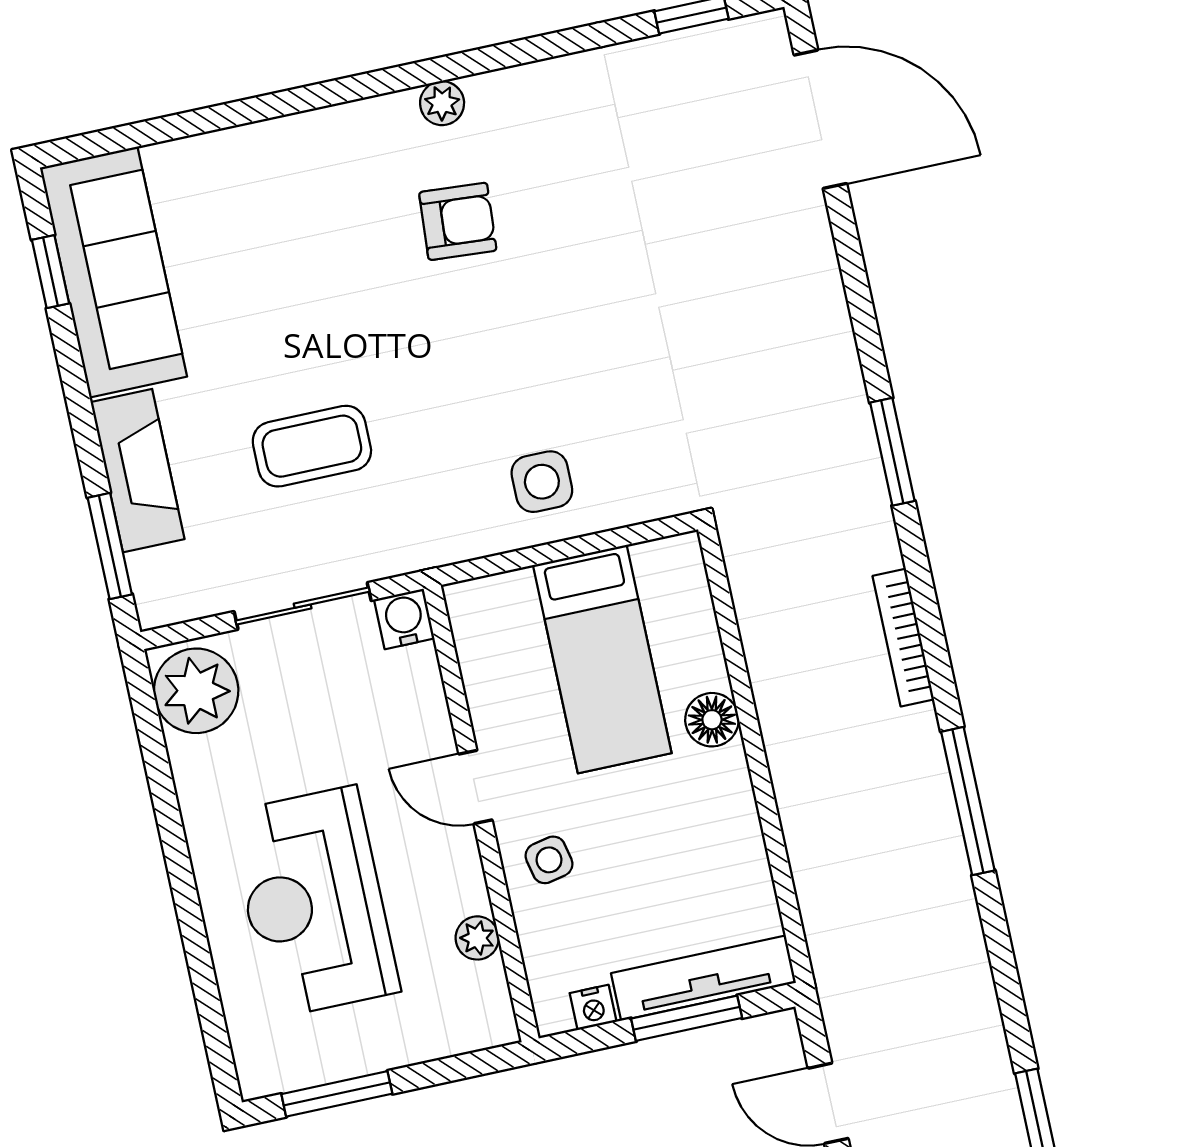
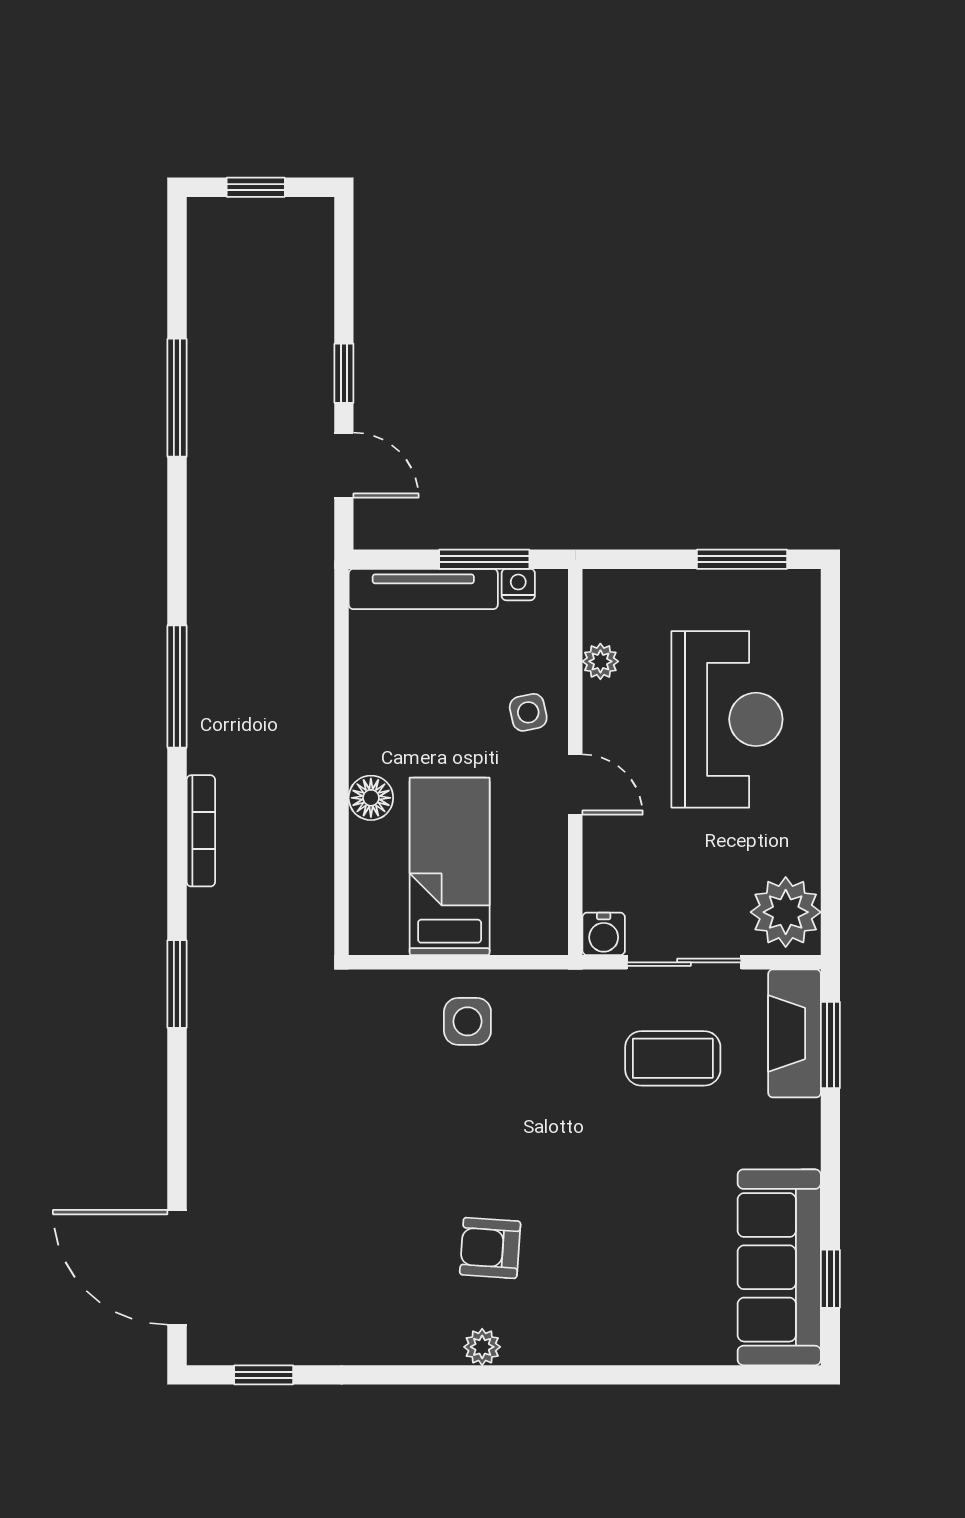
coffee table: (312, 446) -> (673, 1058), moved
fireplace: (138, 471) -> (795, 1033), moved
window: (687, 1018) -> (484, 559), moved

